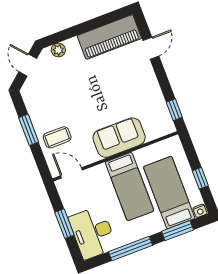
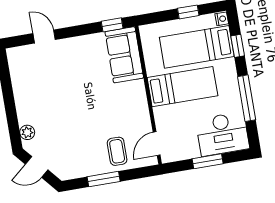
piano: (109, 37) -> (24, 77), removed
sofa: (119, 138) -> (124, 55), moved
window: (178, 231) -> (238, 46), width x0.67

